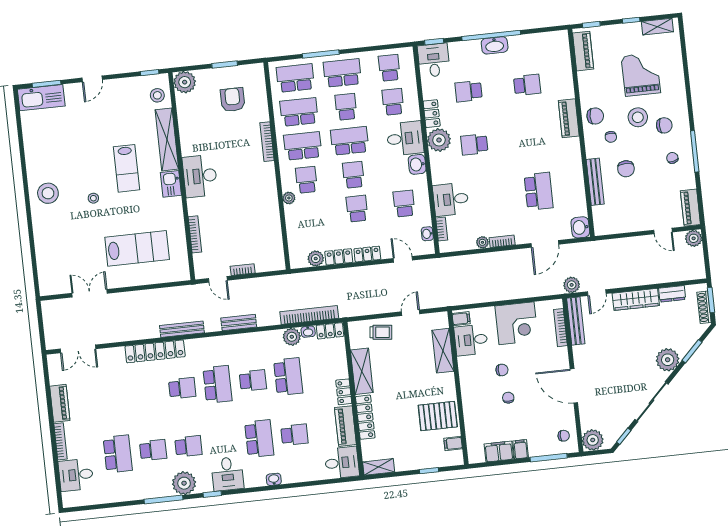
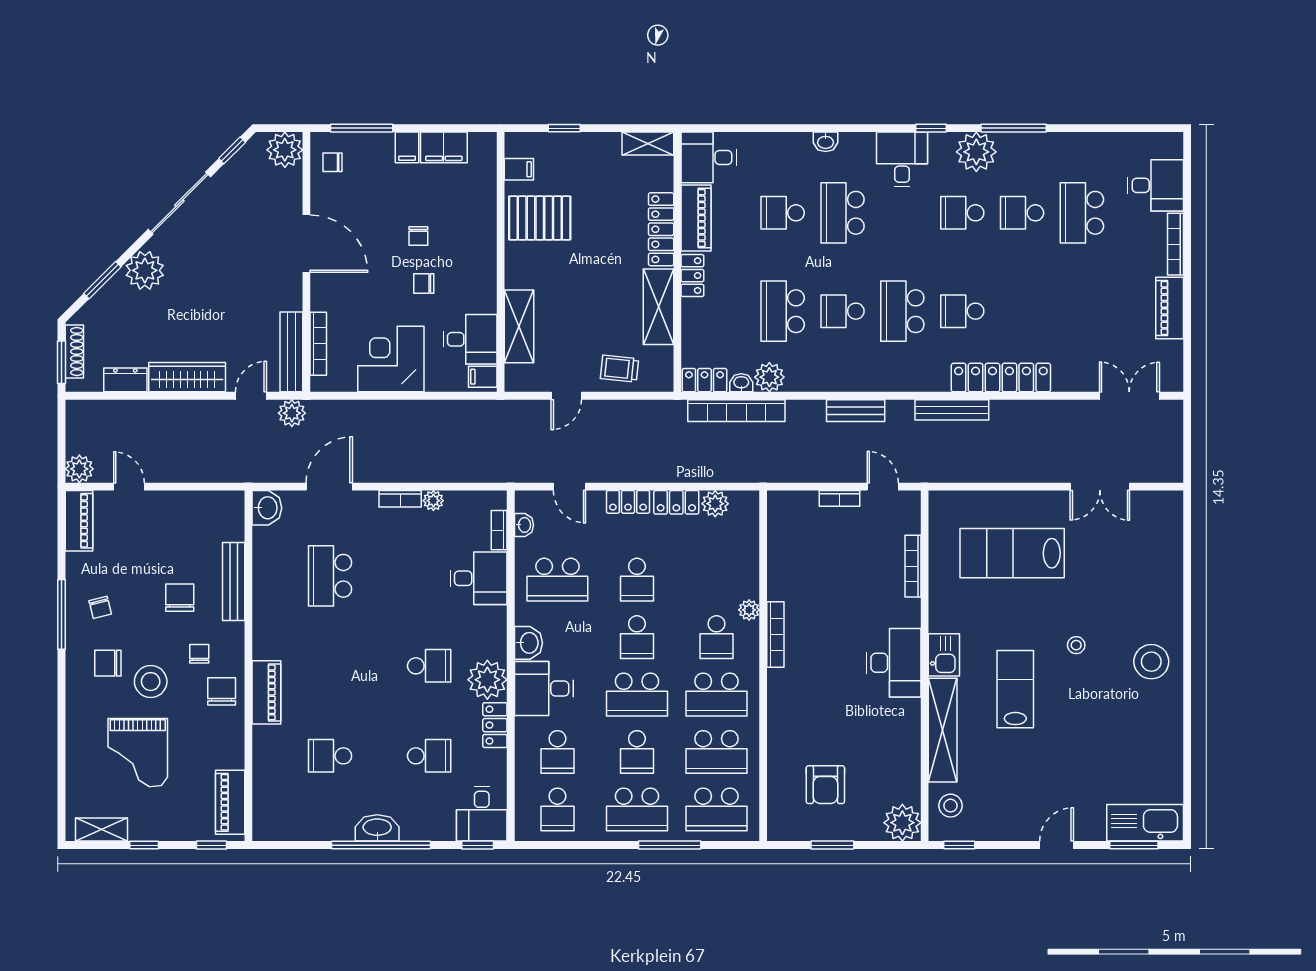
chair: (595, 116) -> (222, 691), turned 90
bookcase: (267, 142) -> (775, 634), moved
school desk: (404, 204) -> (557, 580), width x1.85

